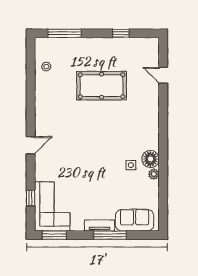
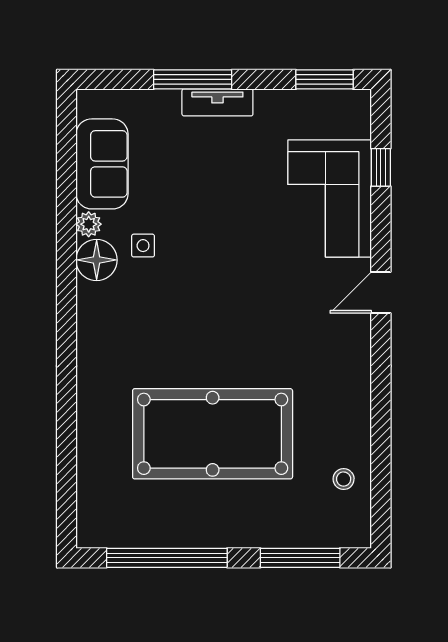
window: (121, 33) -> (167, 558), width x3.17
door: (163, 75) -> (67, 458), removed
pool table: (102, 86) -> (213, 434), width x1.36, depth x1.32
corner sofa: (52, 206) -> (330, 198), moved
sofa: (135, 220) -> (102, 164), moved, turned -90

